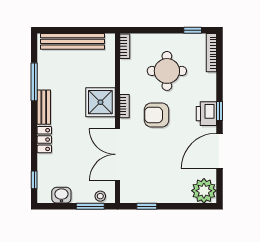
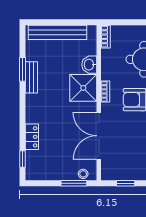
window: (34, 82) -> (23, 69), width x0.69
bench: (44, 107) -> (31, 77), moved
locker: (44, 140) -> (32, 137), moved
washbasin: (61, 195) -> (89, 65), moved, turned -90

